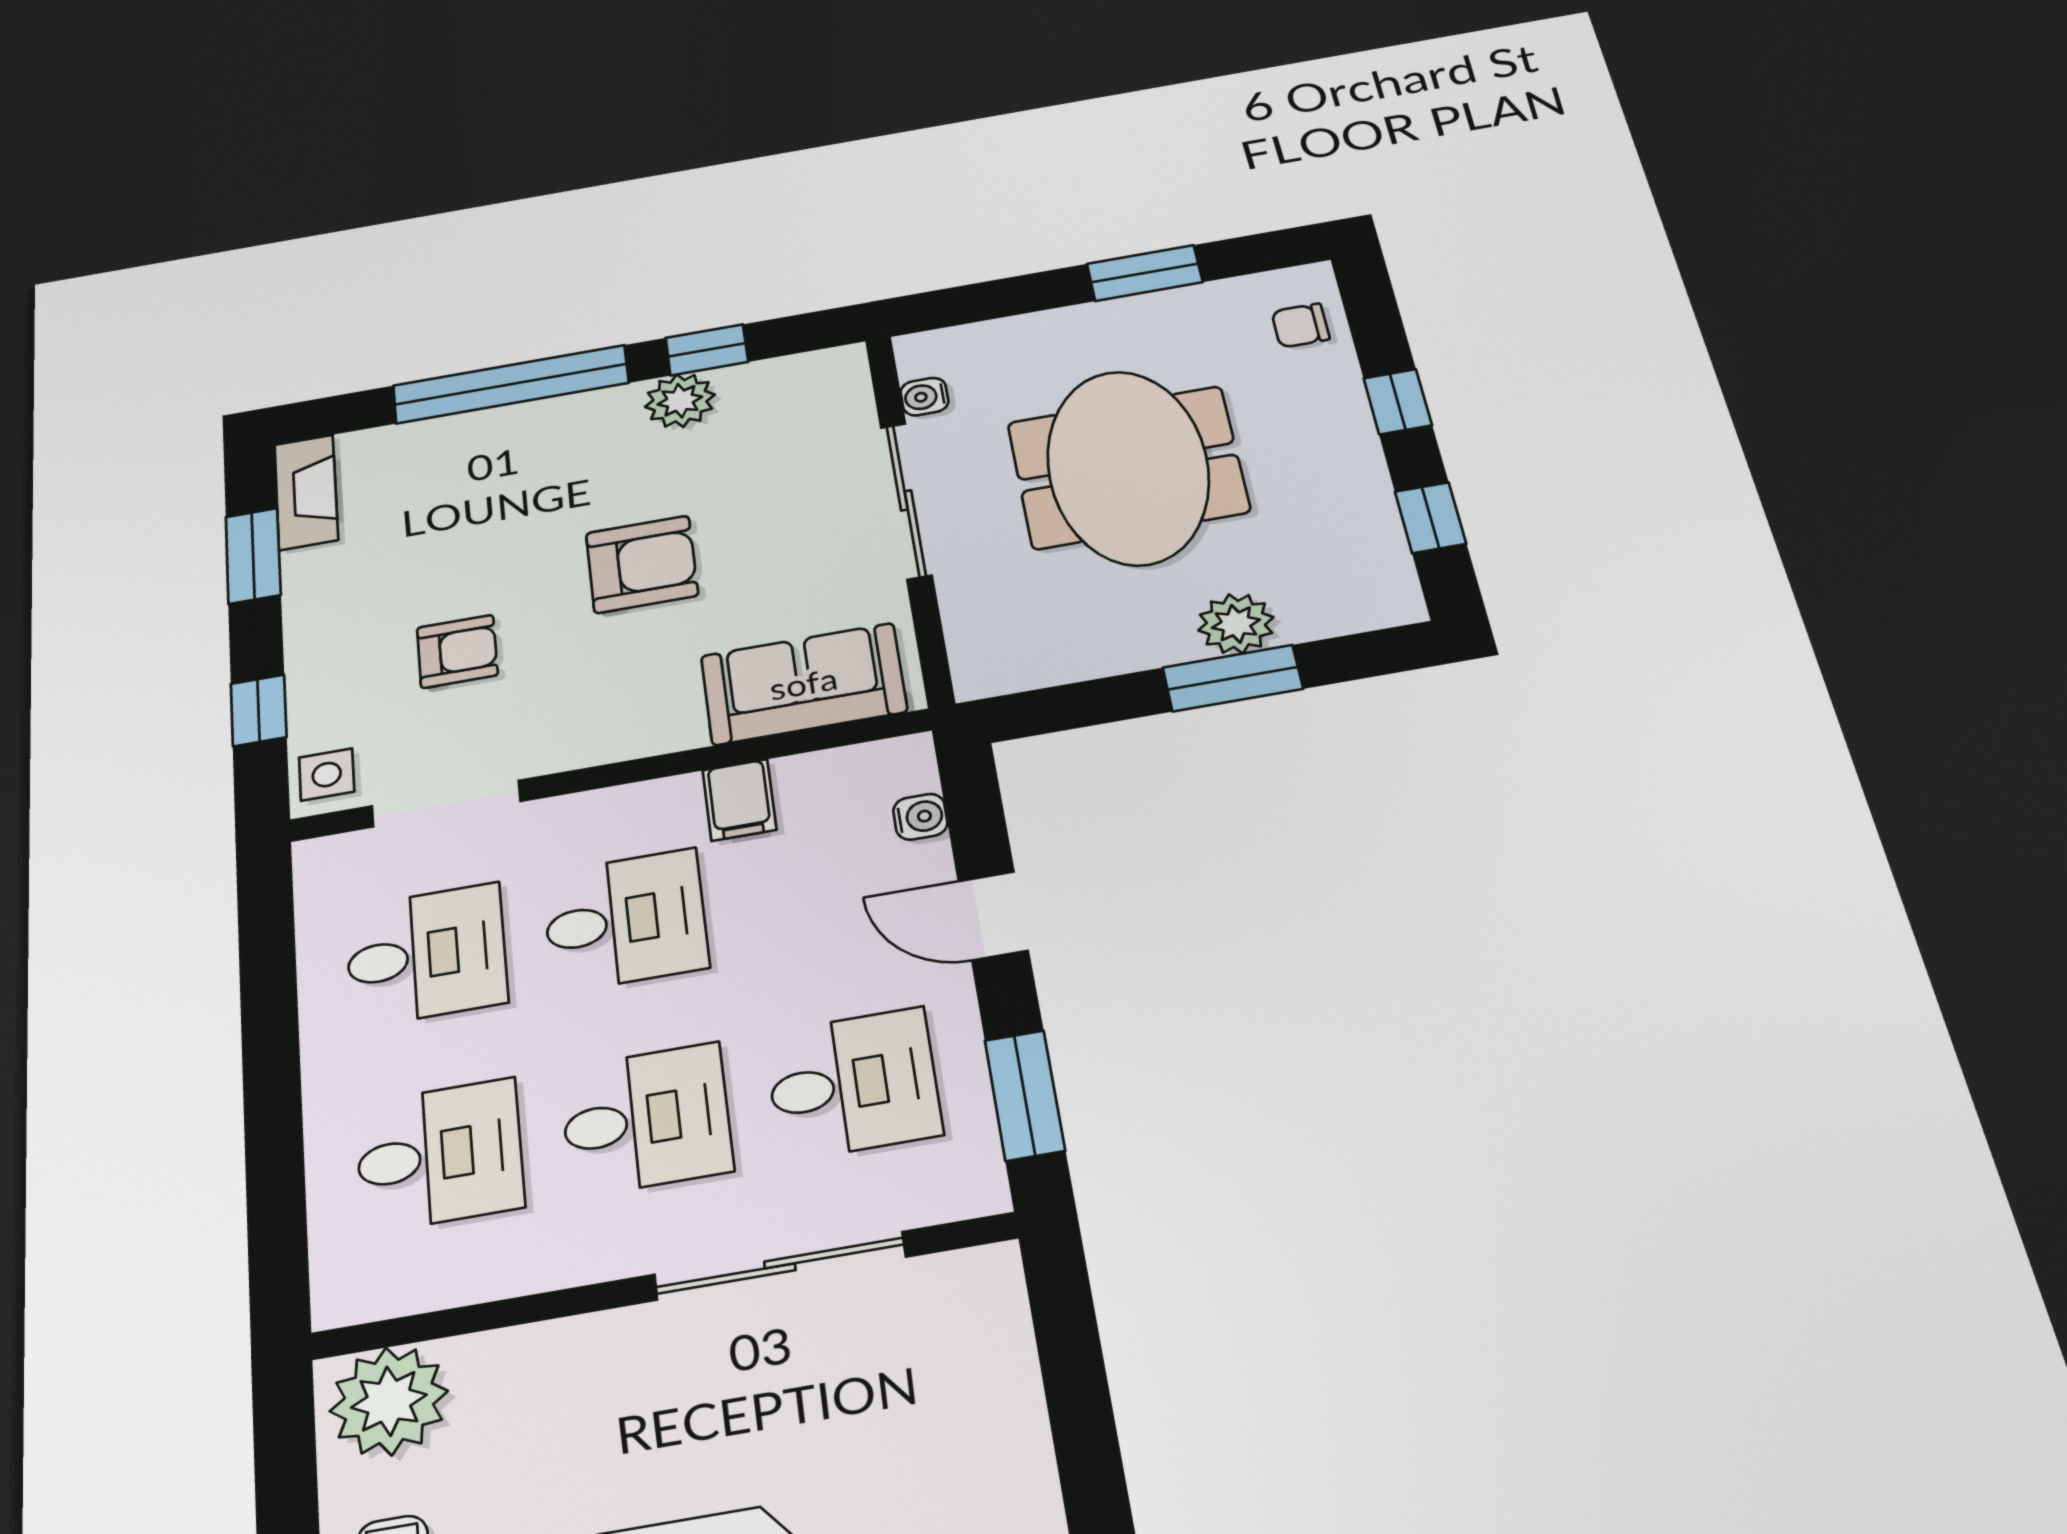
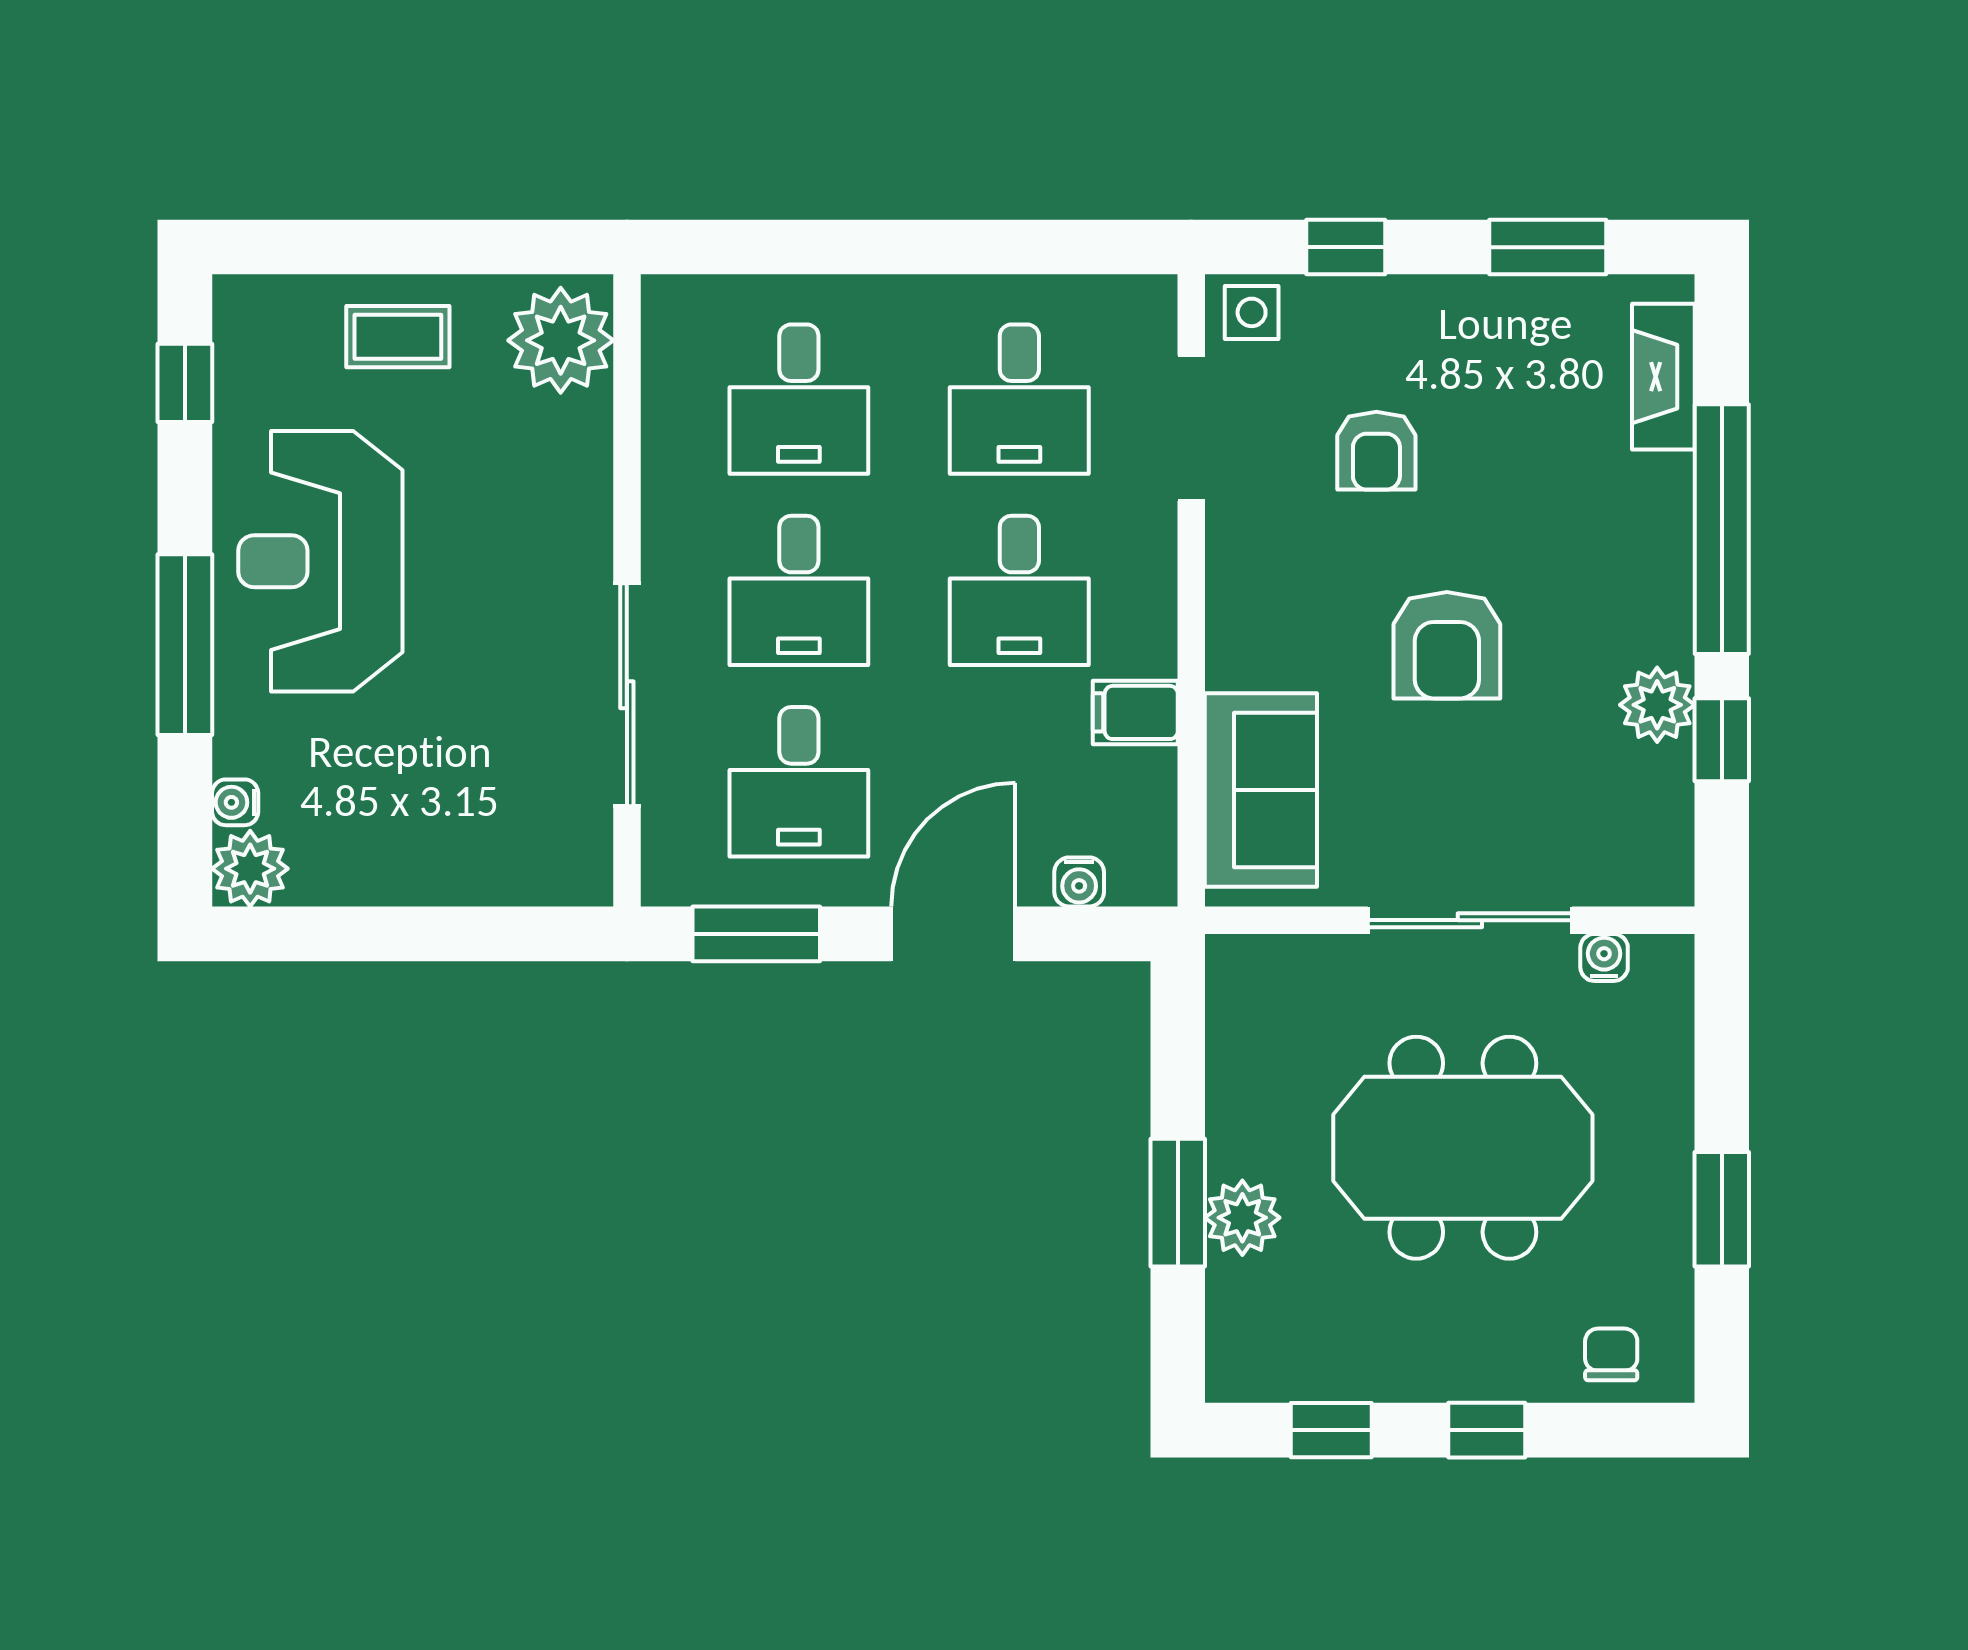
fireplace: (306, 492) -> (1663, 377), moved, turned 90
door: (993, 916) -> (953, 934), width x1.38

